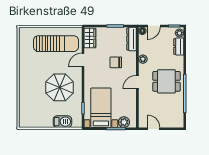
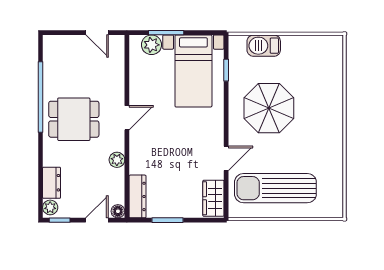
chair: (116, 62) -> (166, 154), removed

